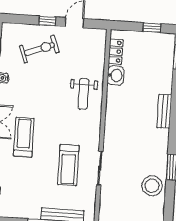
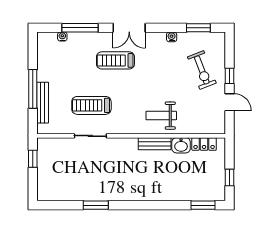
bench: (164, 111) -> (155, 144), moved
treadmill: (24, 137) -> (115, 60), turned 180
stool: (152, 186) -> (77, 188), removed

